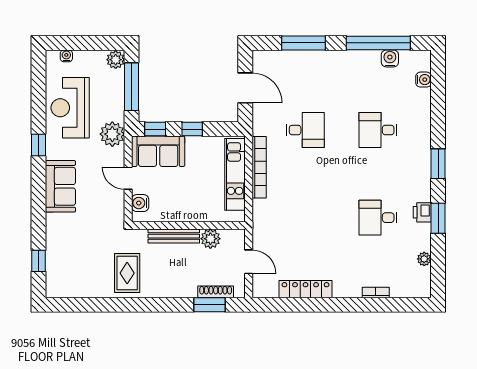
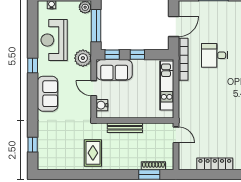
door: (245, 88) -> (174, 27), hinge flipped
desk: (305, 130) -> (215, 55), turned 180
bookcase: (259, 167) -> (183, 59), moved
plant: (210, 239) -> (150, 130), removed
door: (249, 262) -> (176, 135), moved

